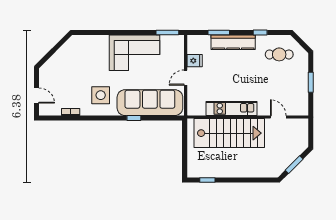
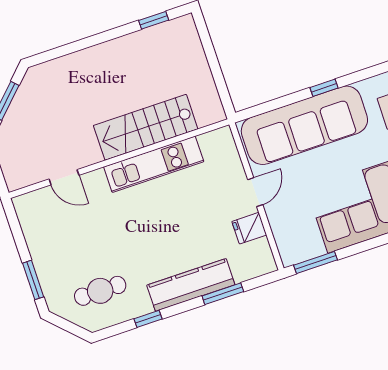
window: (311, 82) -> (33, 280), moved
stairs: (229, 133) -> (146, 127), width x0.73, depth x0.66

